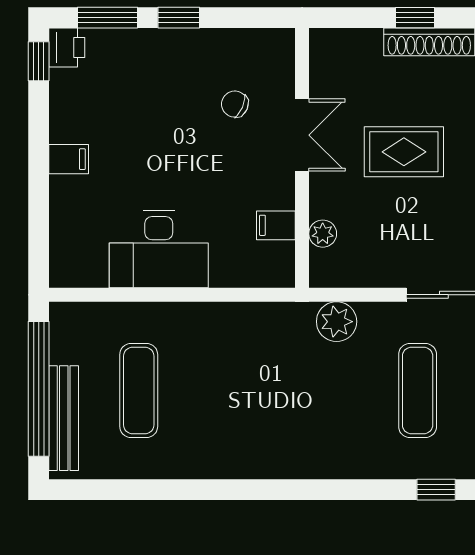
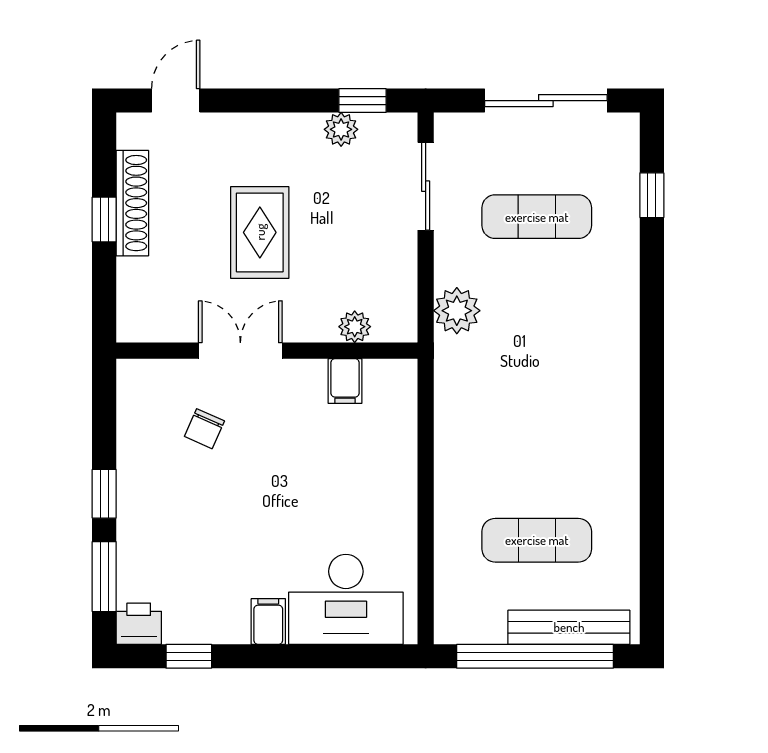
window: (39, 61) -> (189, 656), moved
desk: (159, 249) -> (346, 599), moved, turned 90

